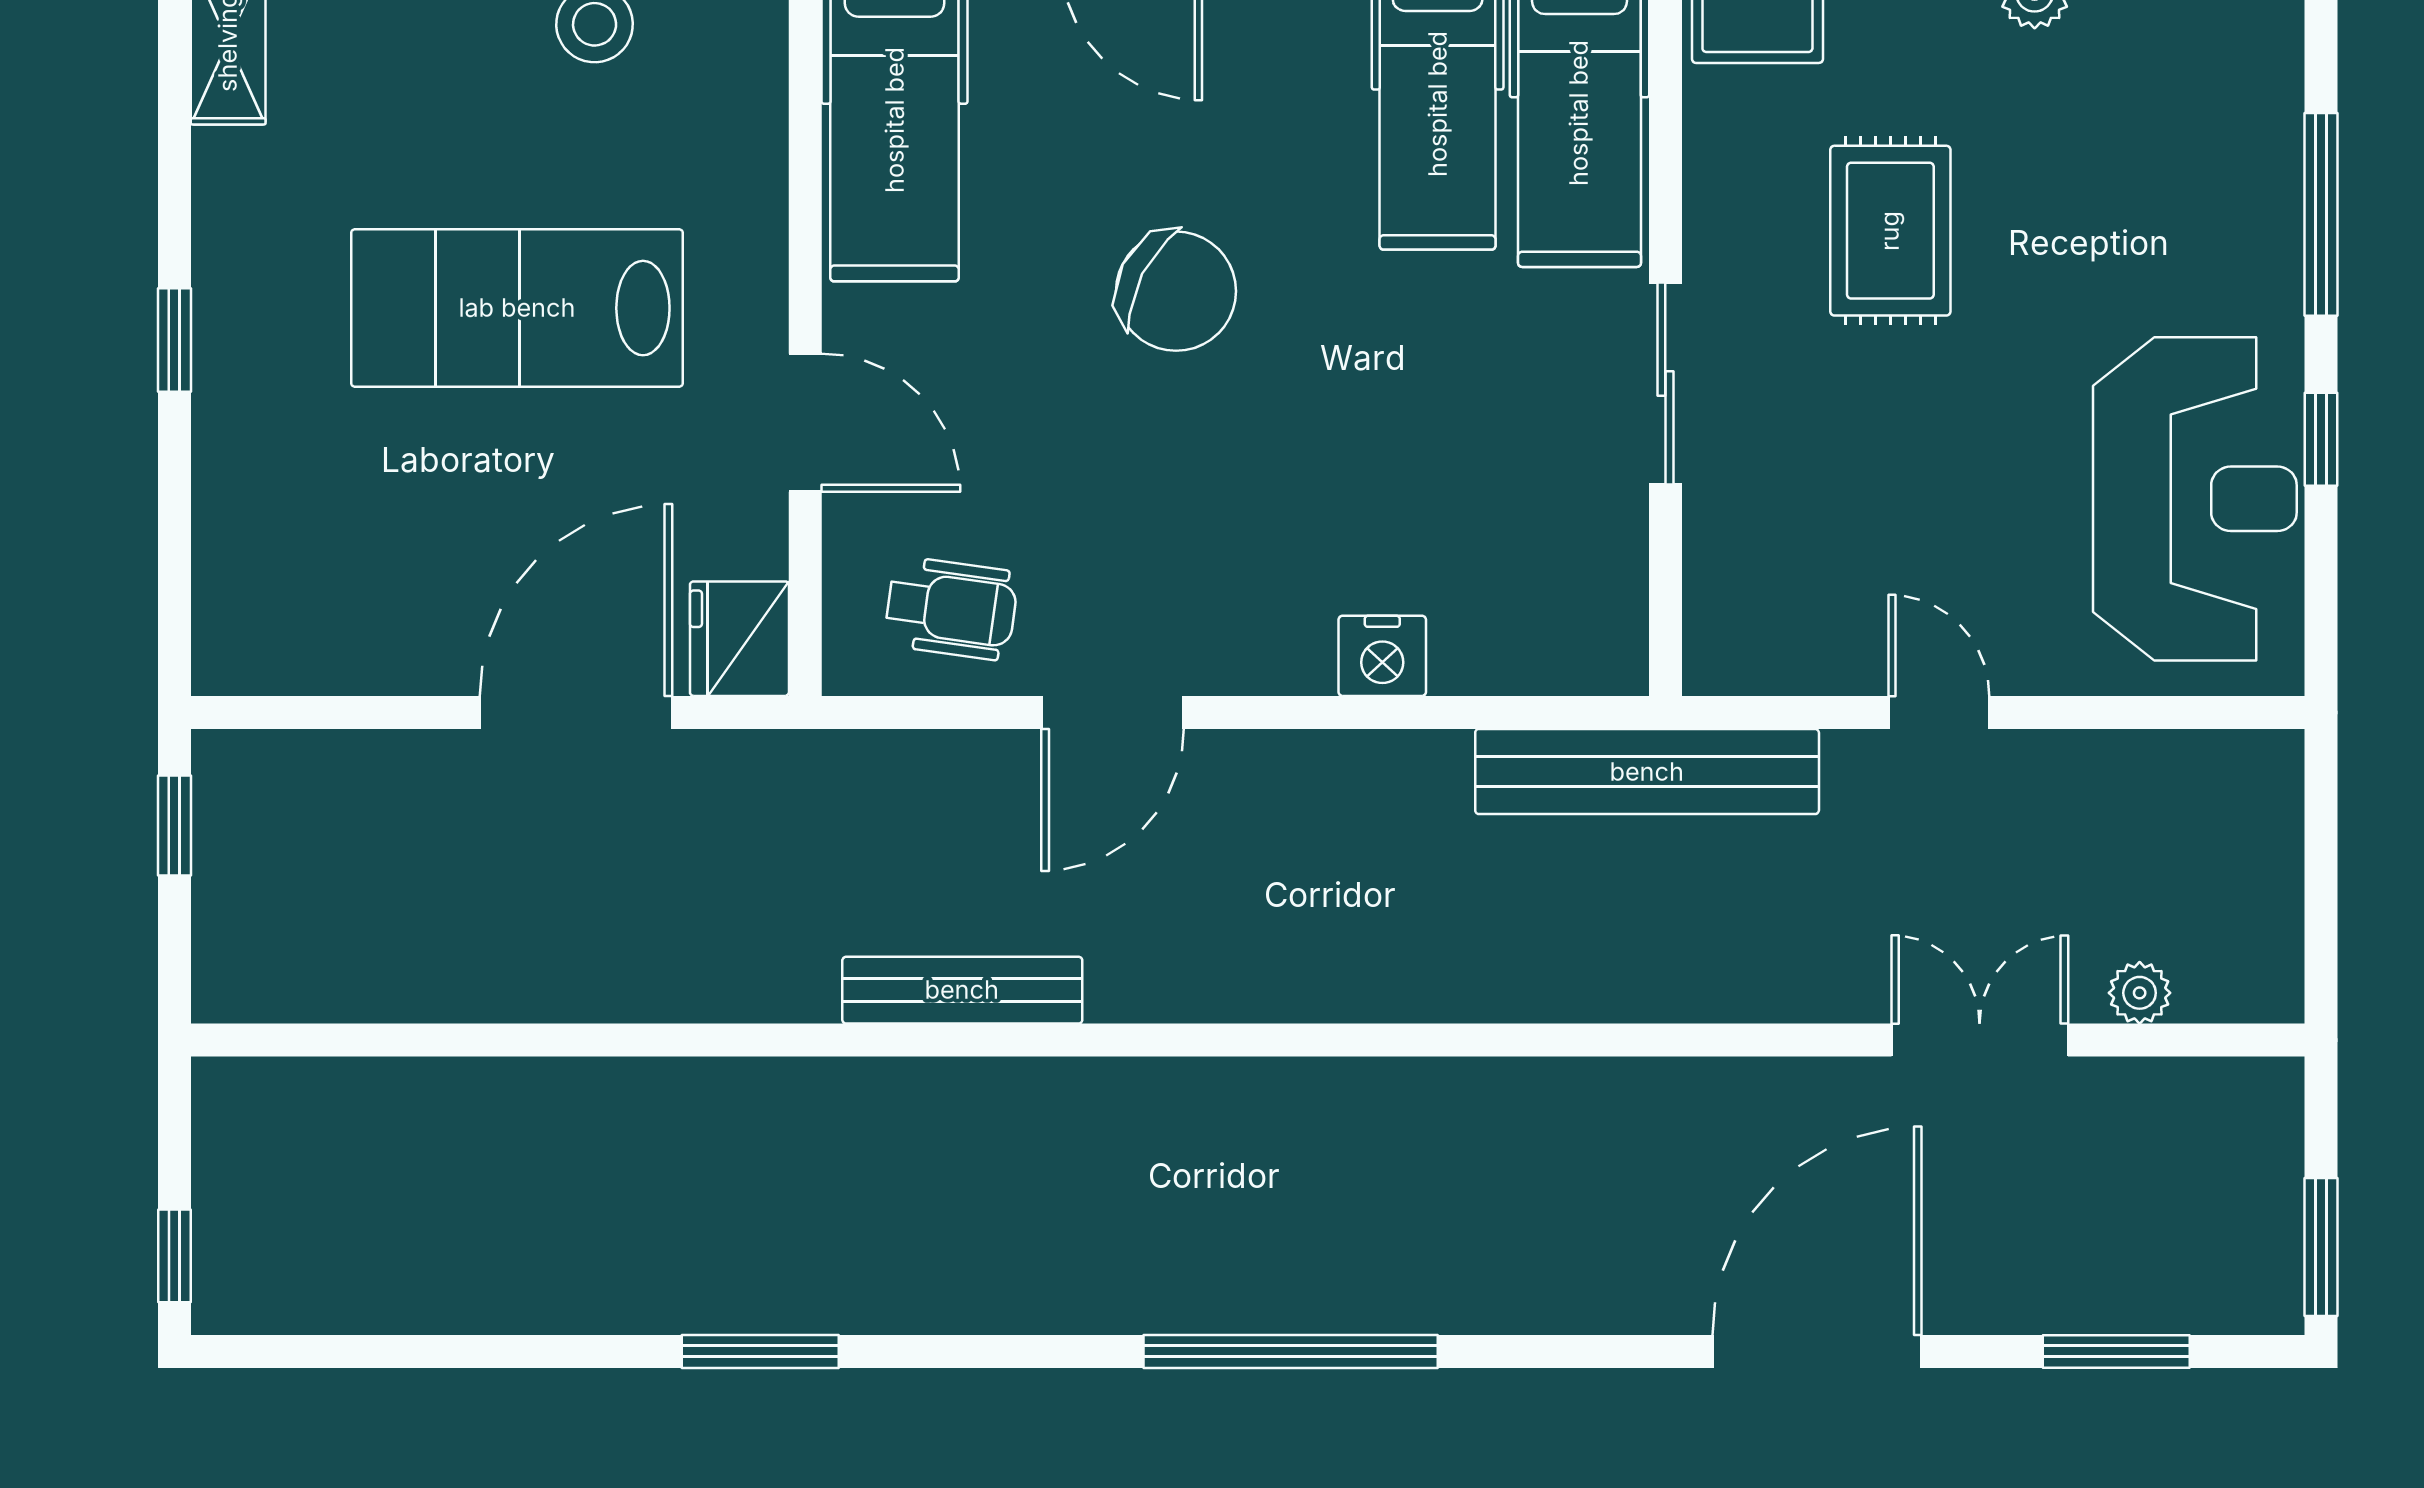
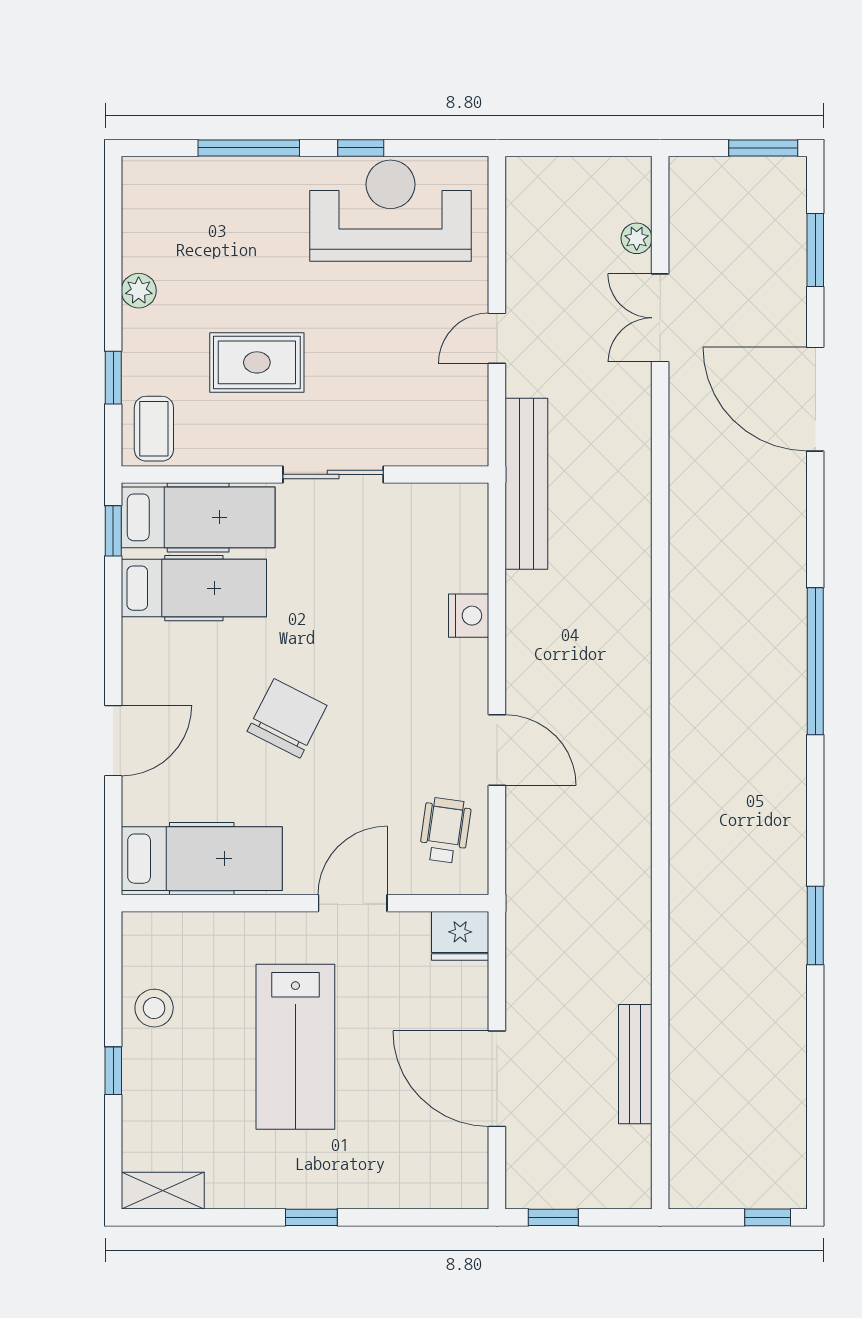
door: (576, 712) -> (497, 1079), moved
bench: (962, 990) -> (635, 1064), moved

